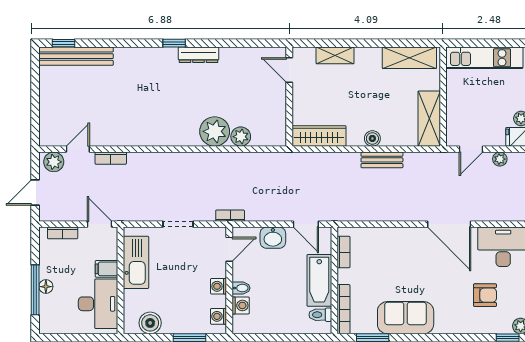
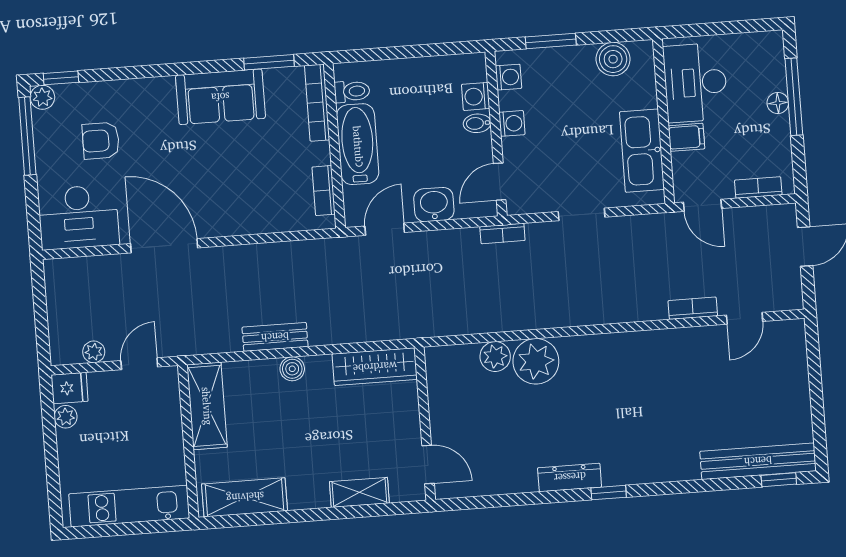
plant: (54, 162) -> (780, 296), removed
door: (306, 224) -> (385, 229), hinge flipped

